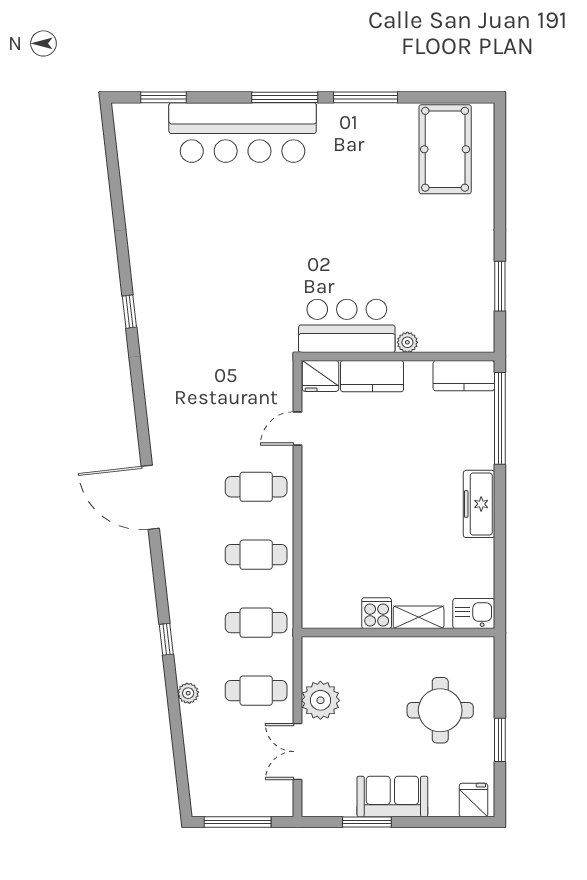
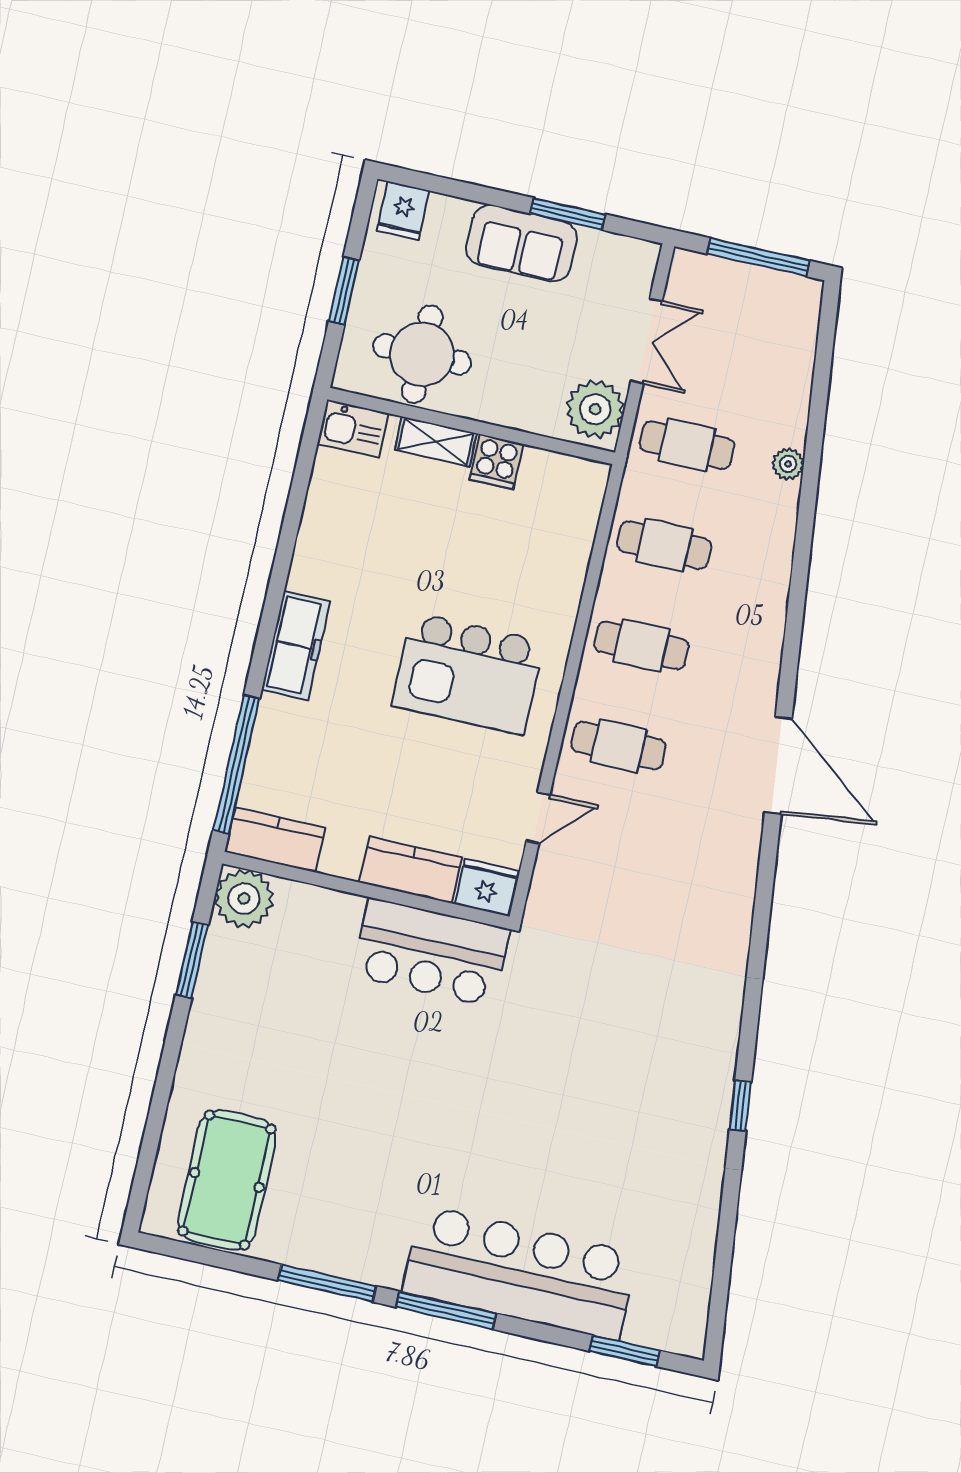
window: (129, 312) -> (740, 1106), moved
plant: (407, 342) -> (244, 899), moved, width x1.87, depth x1.87
kitchen island: (364, 511) -> (468, 674), added
cooker: (377, 613) -> (496, 462), moved
kitchen sink: (474, 613) -> (353, 429), moved
shelving: (419, 617) -> (436, 442), moved
wall: (398, 633) -> (471, 426), moved
window: (166, 639) -> (802, 551), removed

